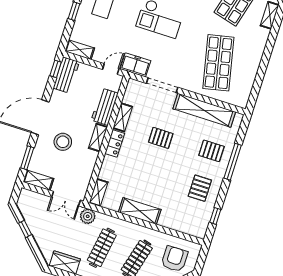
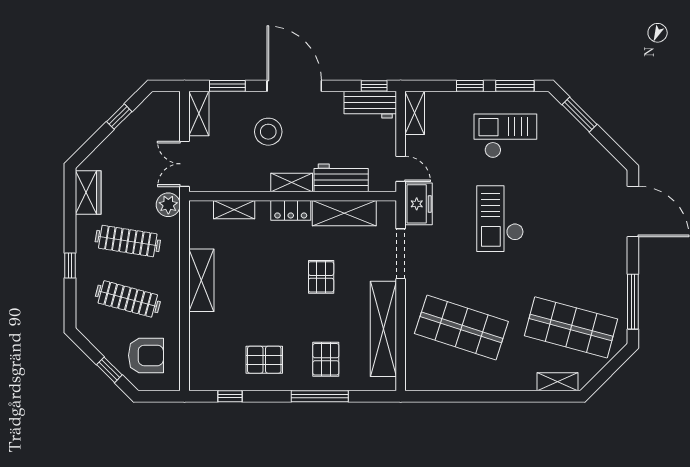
shop shelf: (218, 63) -> (461, 327), turned 30
shelving: (123, 117) -> (344, 213), width x1.50, depth x1.33
shelving: (98, 192) -> (234, 210), moved

